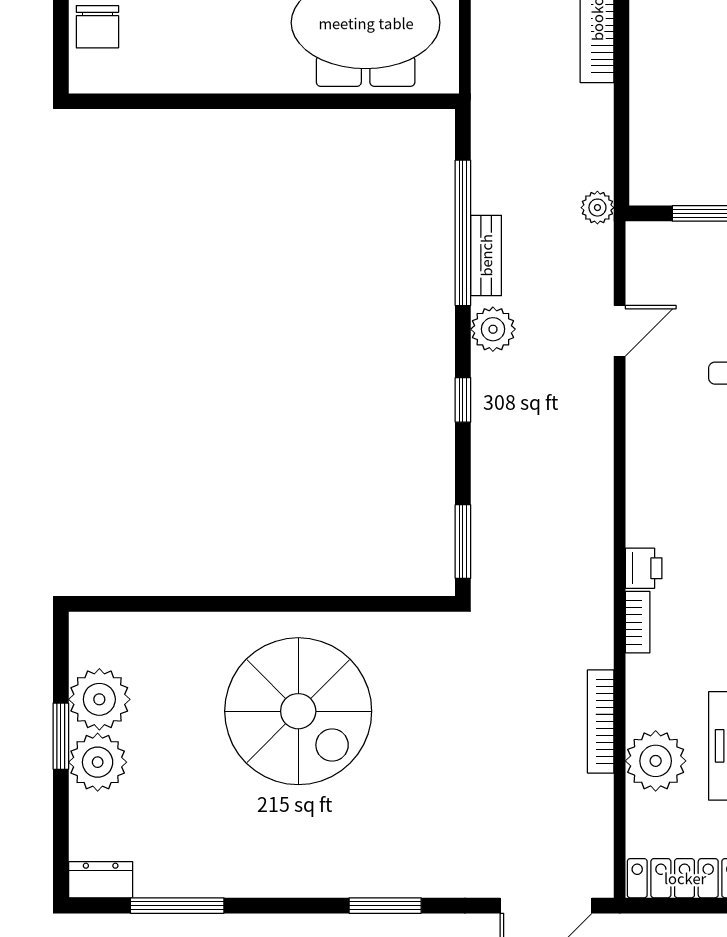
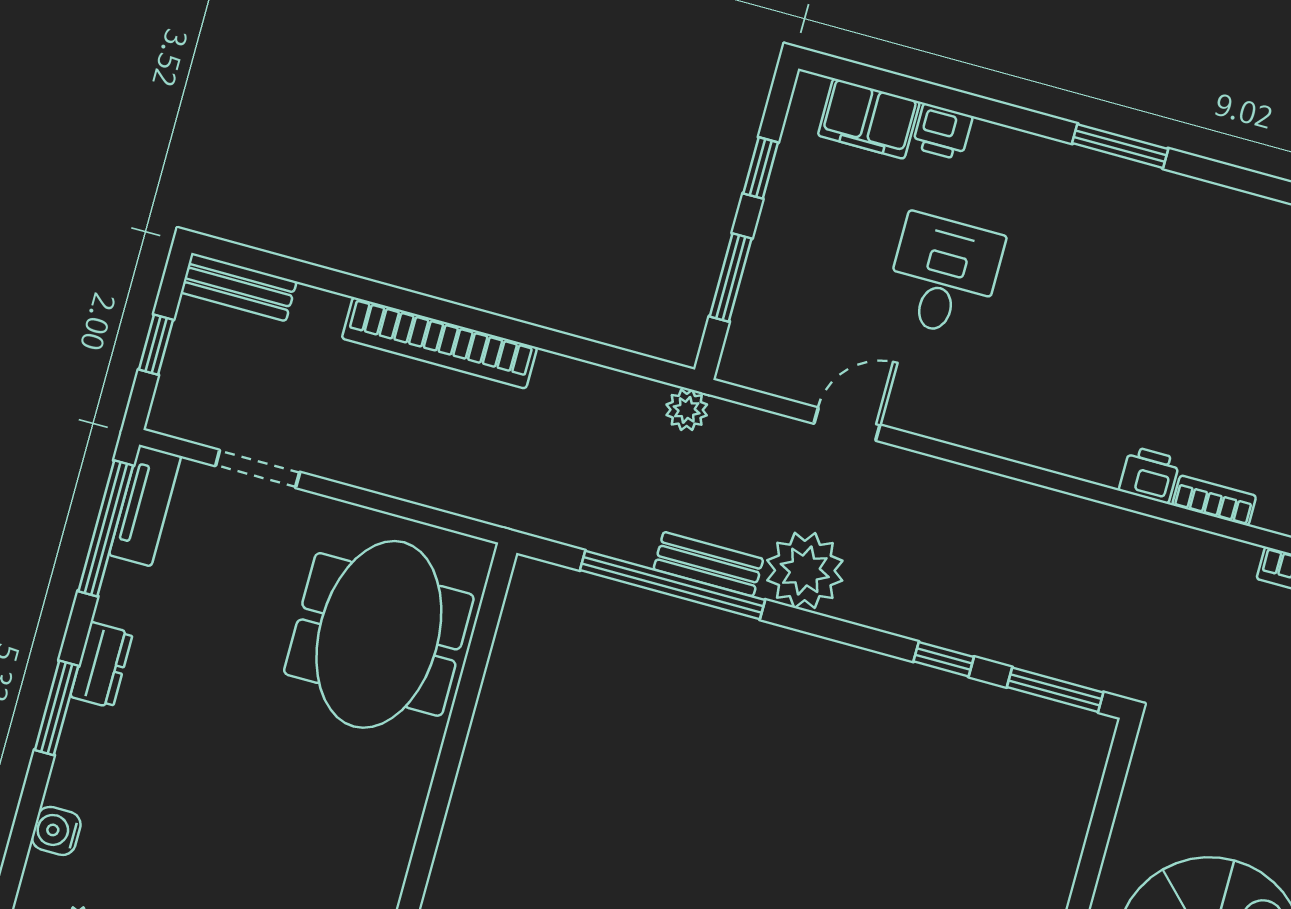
plant: (493, 329) -> (805, 570), width x1.36, depth x1.36
door: (620, 331) -> (847, 424), hinge flipped
window: (463, 400) -> (944, 659), moved

